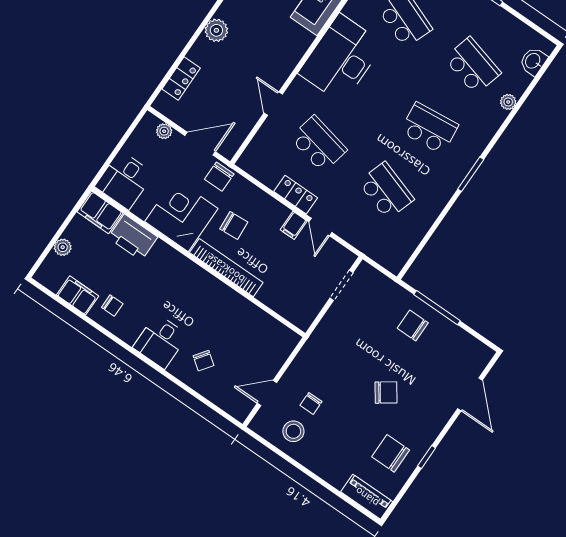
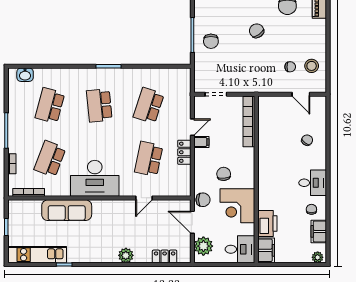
plant: (508, 102) -> (56, 73), removed
plant: (164, 131) -> (203, 246), width x1.87, depth x1.87
plant: (63, 247) -> (318, 257), moved
bookcase: (226, 268) -> (249, 122), moved
desk: (160, 341) -> (313, 183), moved

